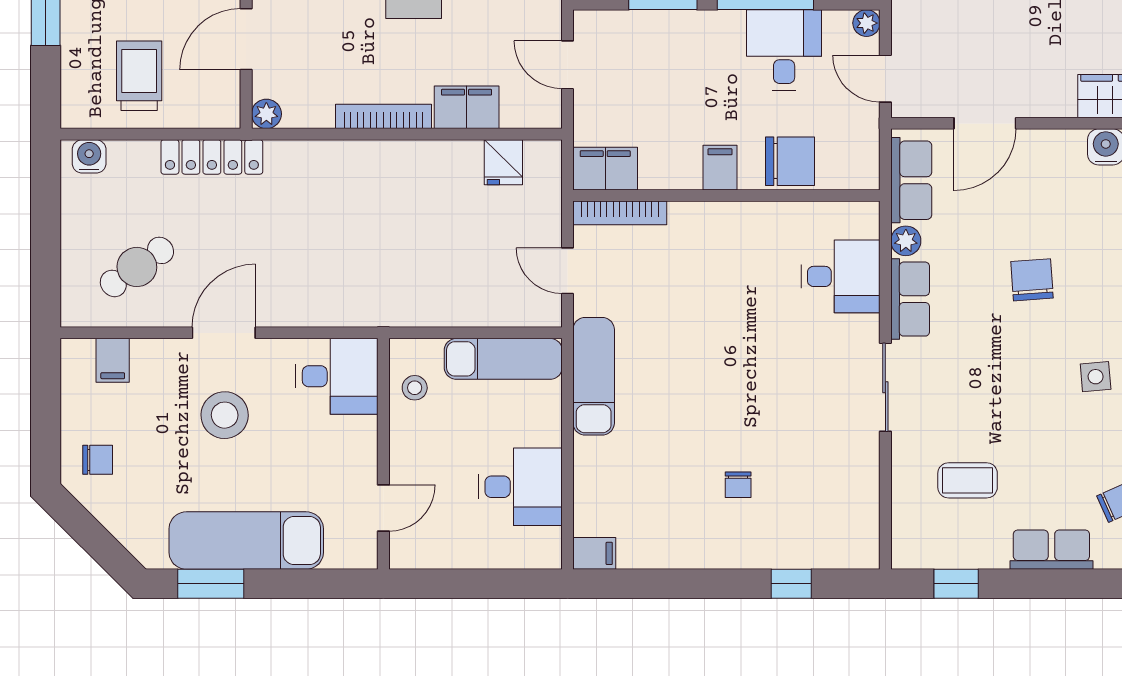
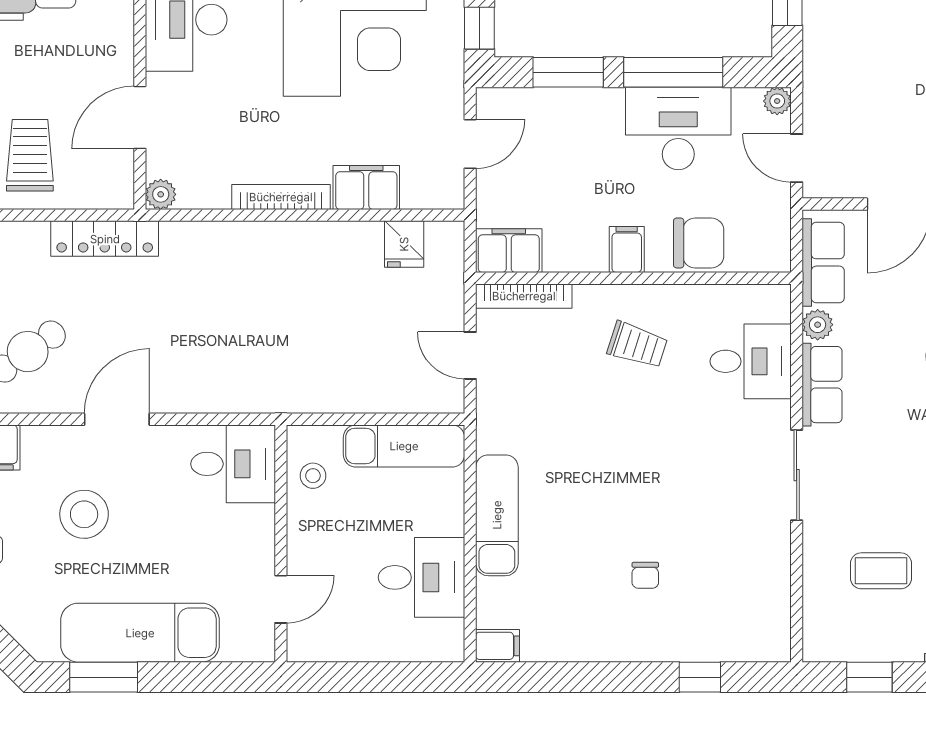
desk: (784, 50) -> (678, 129), width x1.37
door: (568, 65) -> (470, 144), swing flipped
trolley: (730, 260) -> (637, 345), added
exam couch: (594, 376) -> (497, 515), moved
stool: (225, 415) -> (84, 514), moved

